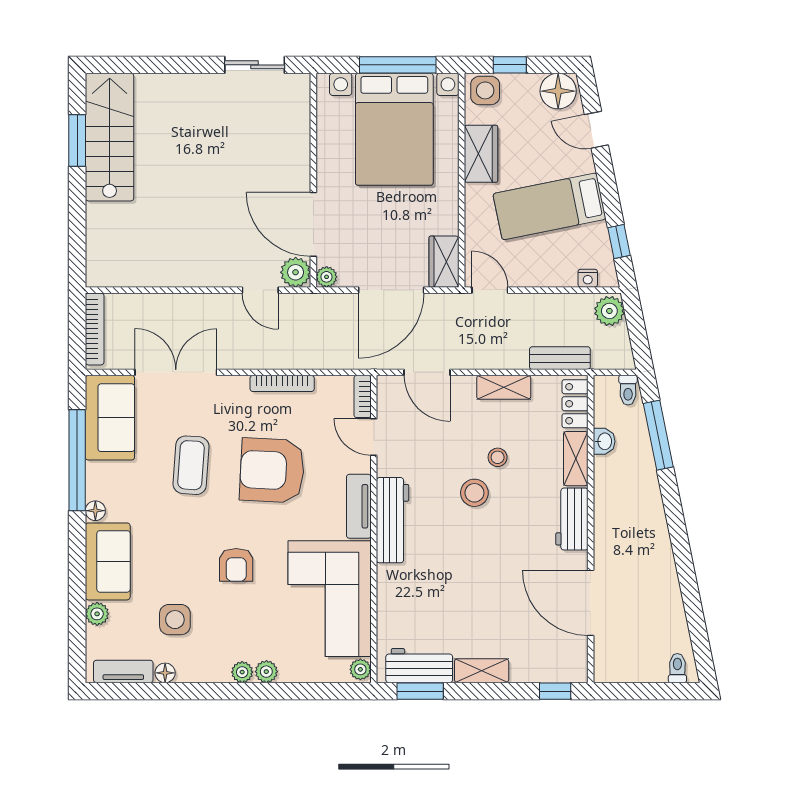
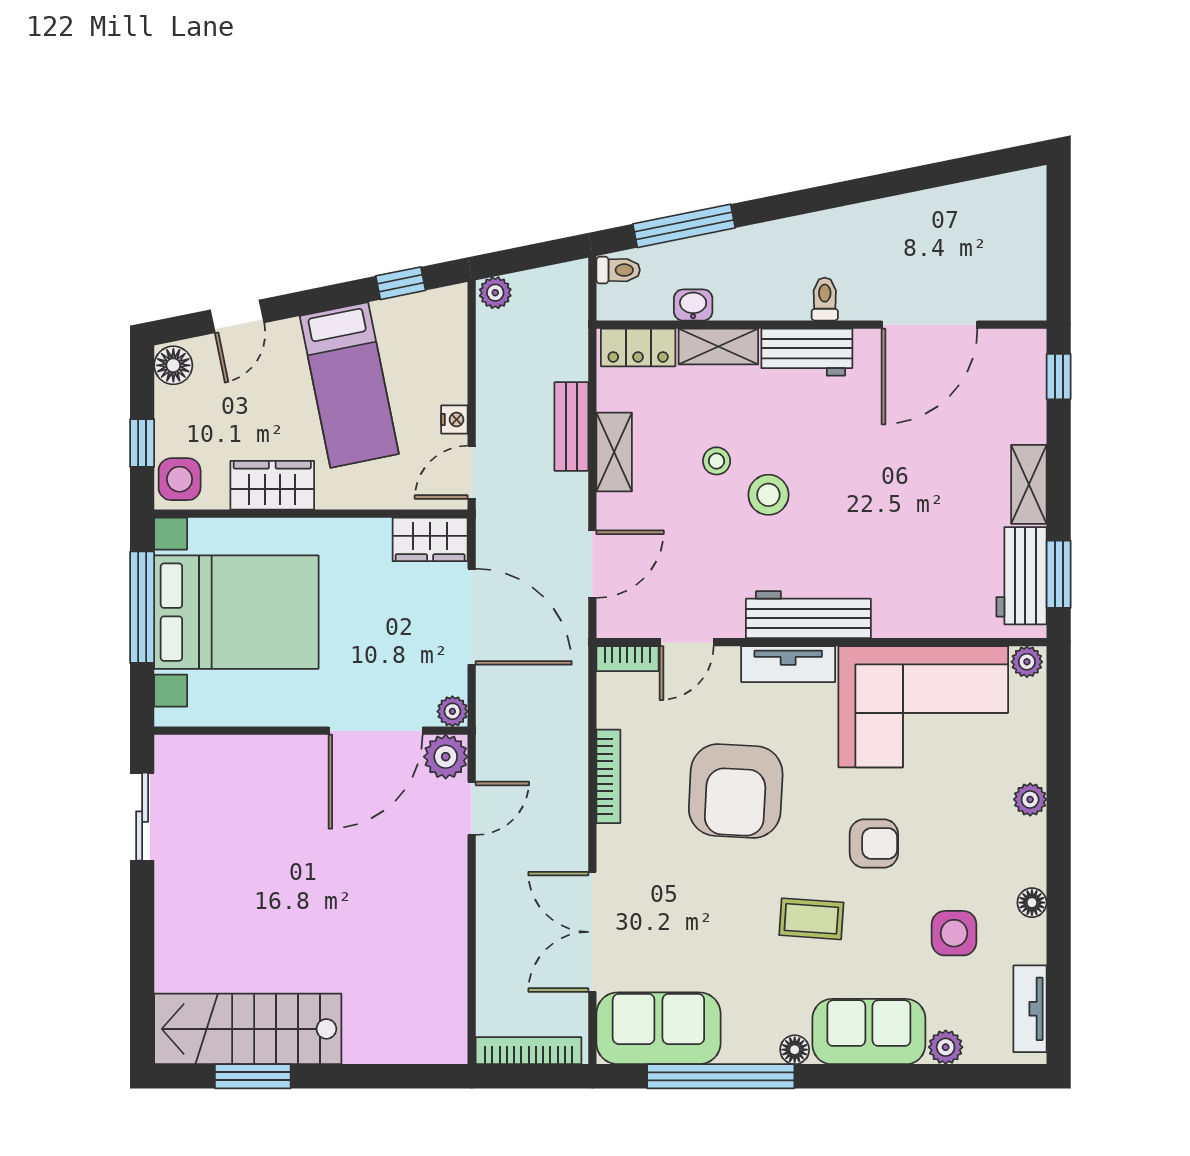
floor lamp: (558, 91) -> (173, 365), width x0.73, depth x0.73
nightstand: (588, 278) -> (454, 420), moved
plant: (609, 311) -> (495, 293), width x0.73, depth x0.73
bench: (560, 358) -> (571, 426), moved
coffee table: (191, 465) -> (811, 919), moved, width x0.73, depth x0.77
toilet: (677, 668) -> (825, 299), moved, turned 90
plant: (242, 672) -> (1031, 835), removed
floor lamp: (165, 673) -> (1032, 903), moved

